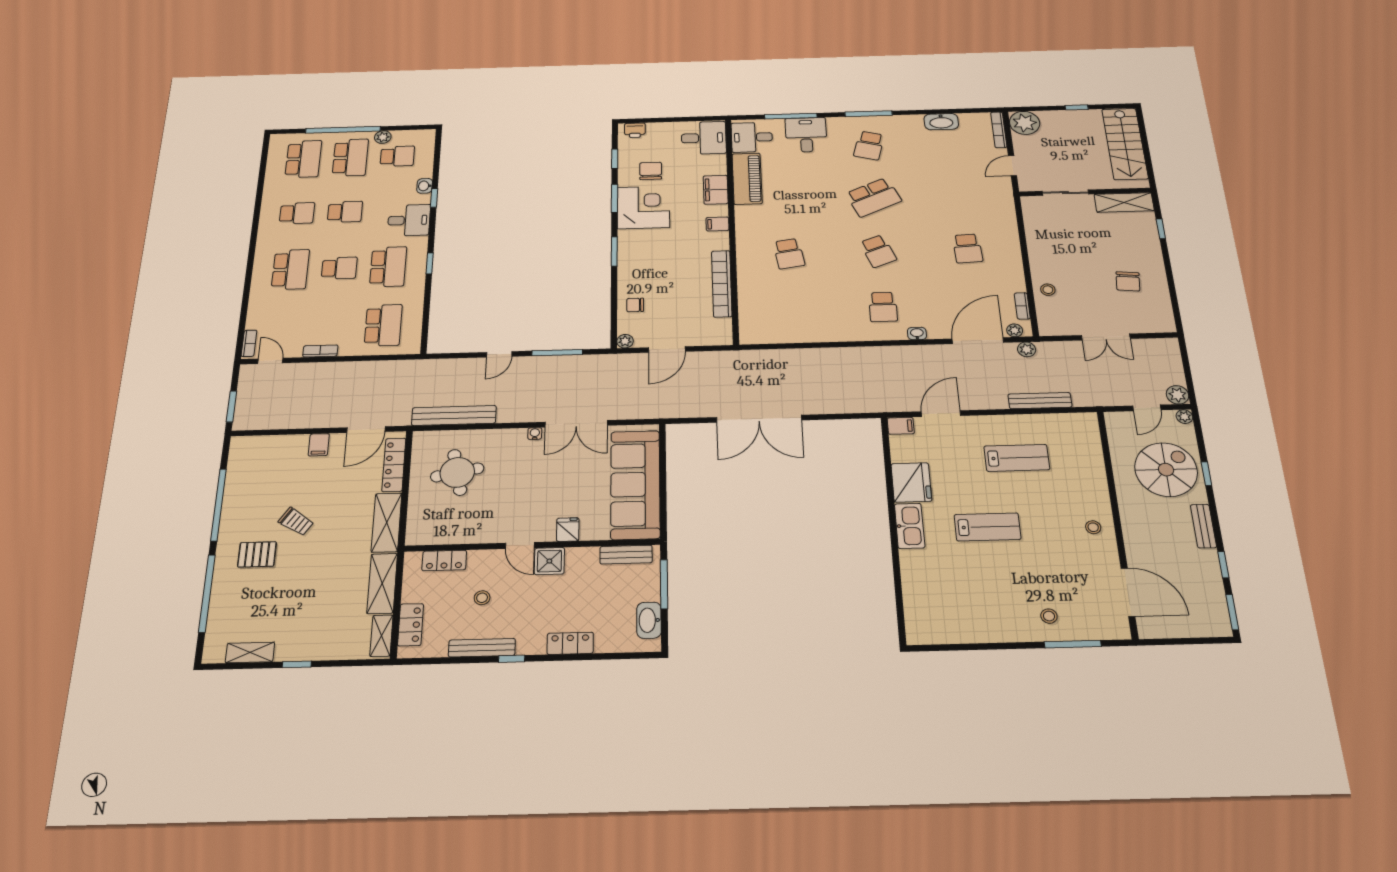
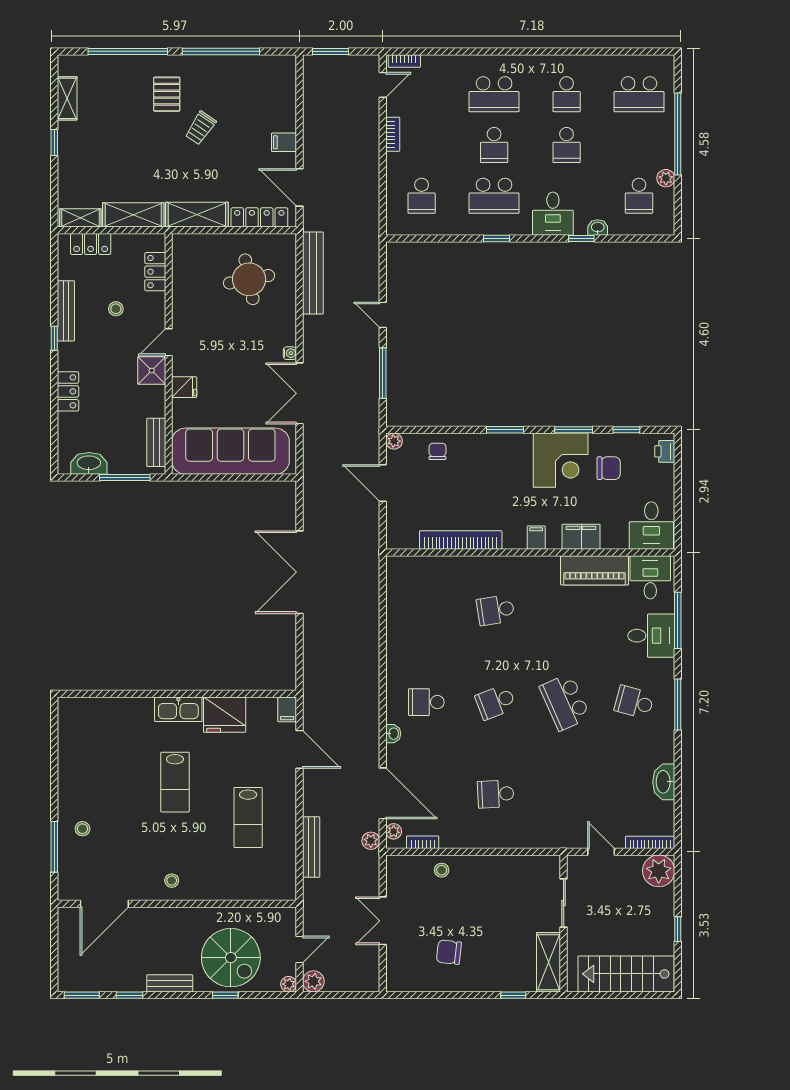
school desk: (350, 158) -> (639, 145), removed
school desk: (383, 325) -> (422, 196), width x0.54
door: (1147, 408) -> (300, 949), swing flipped

